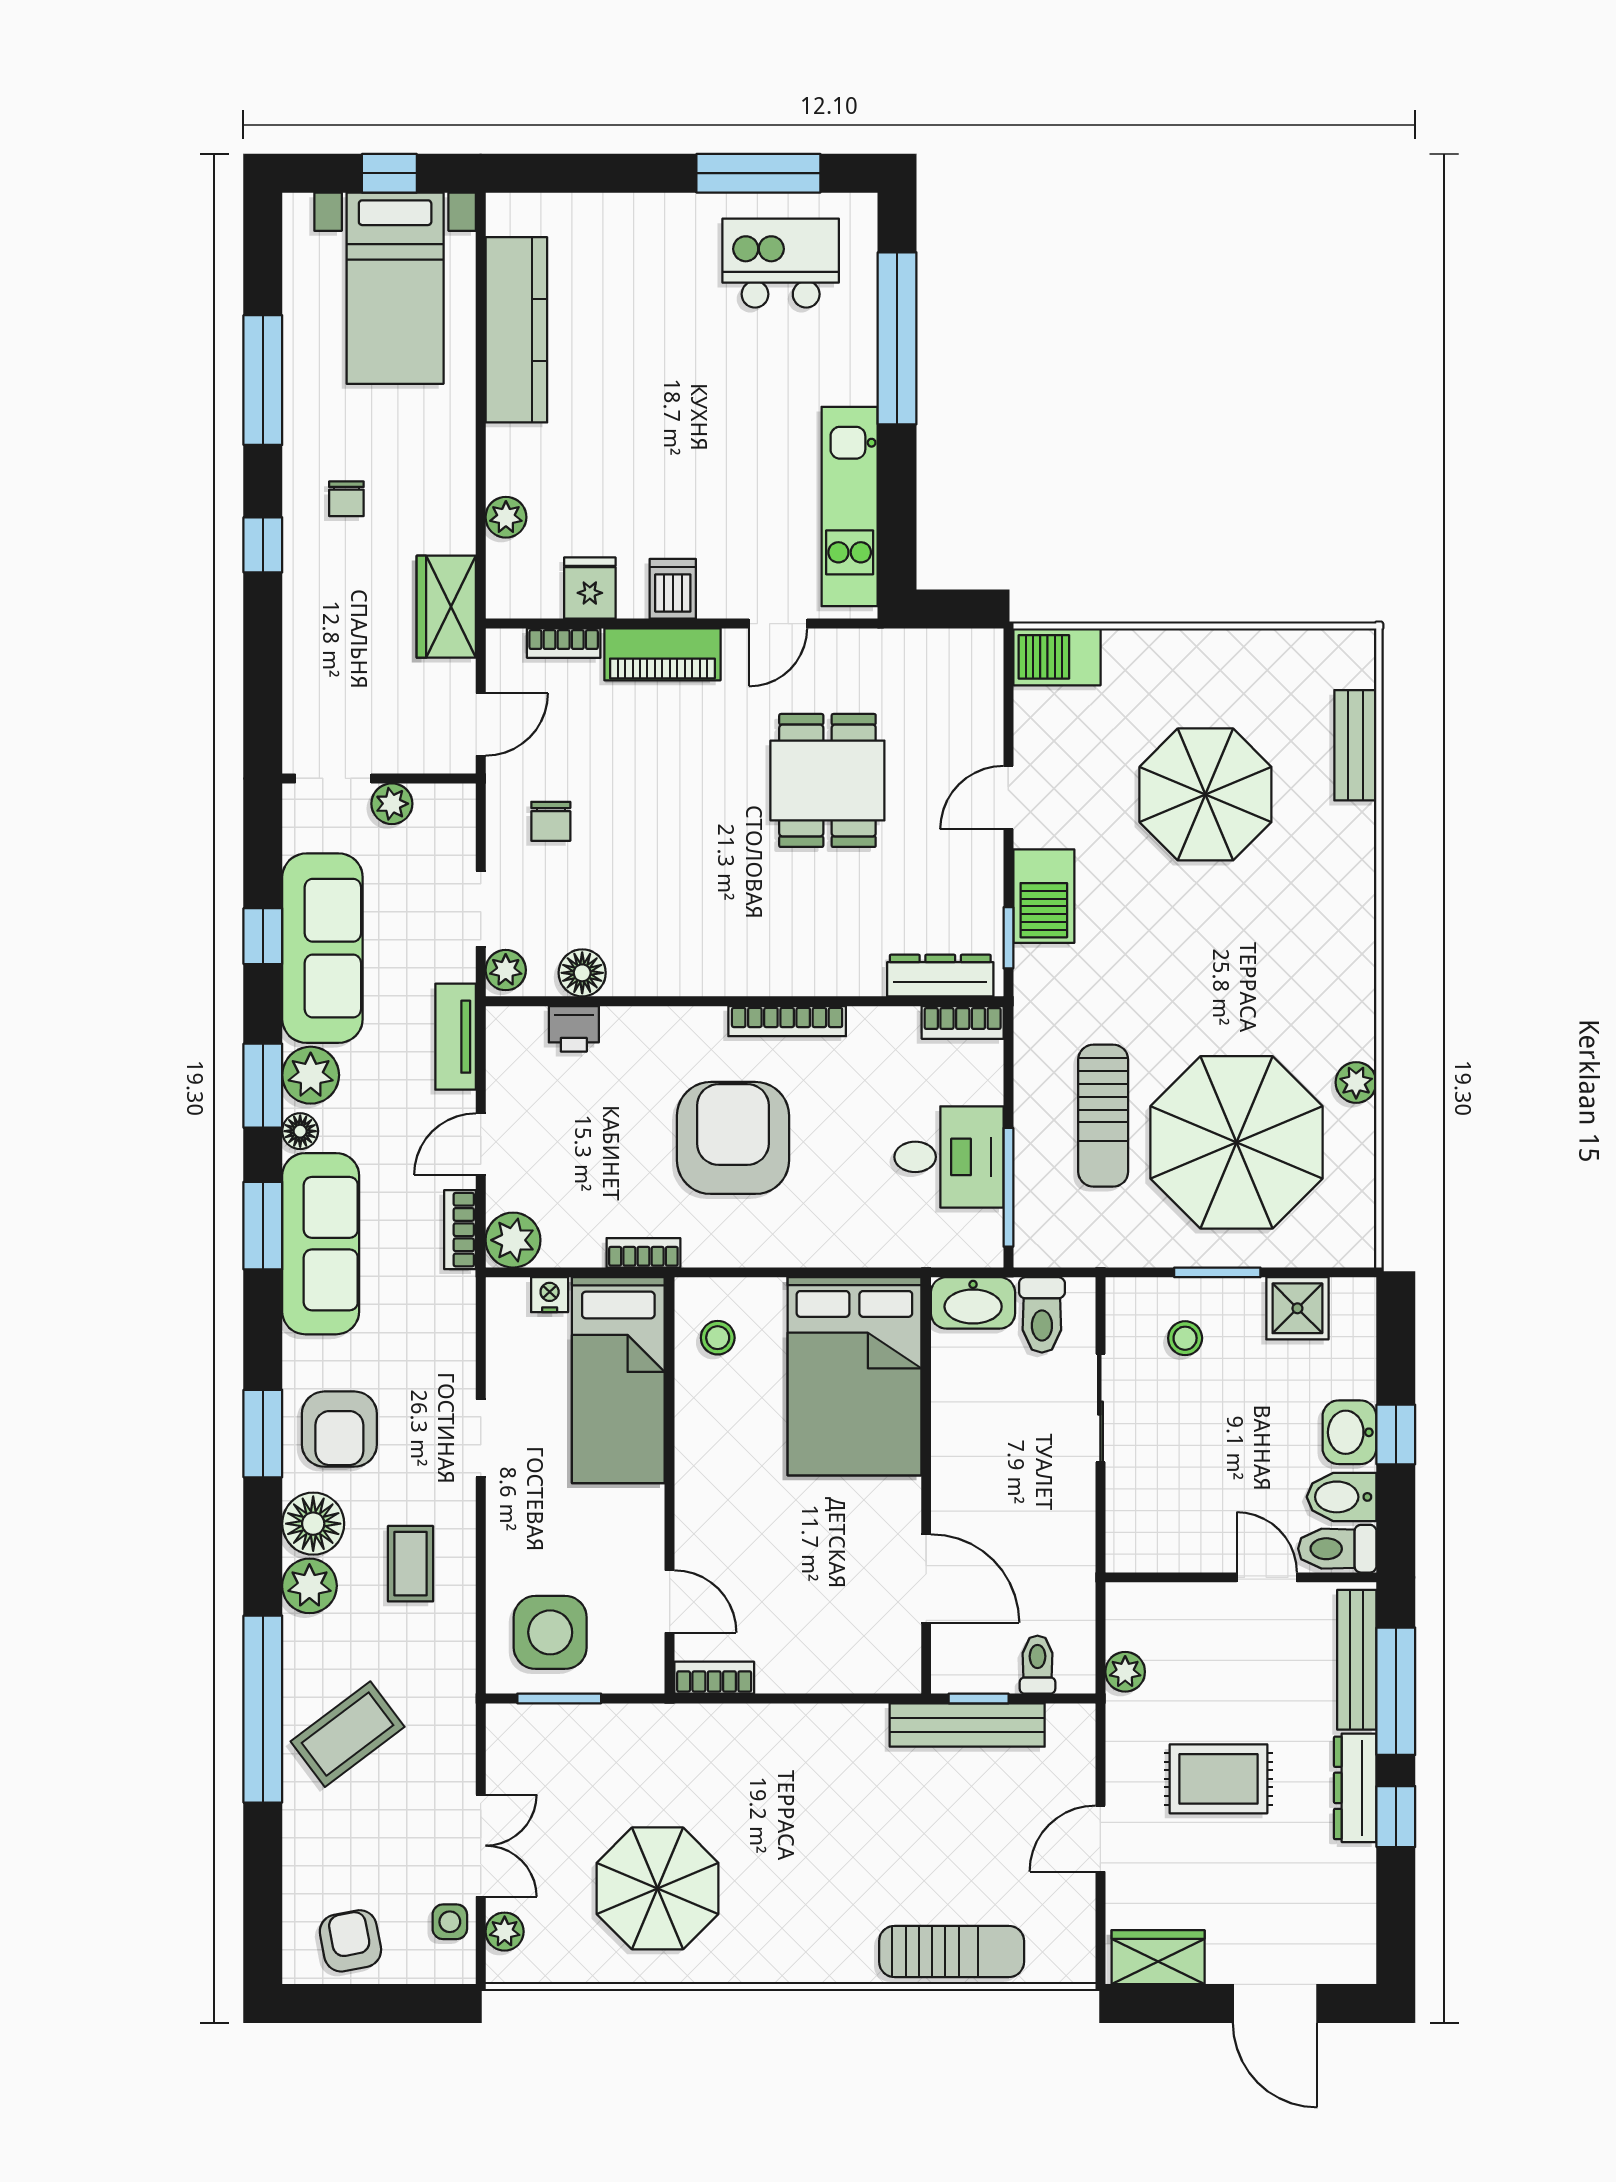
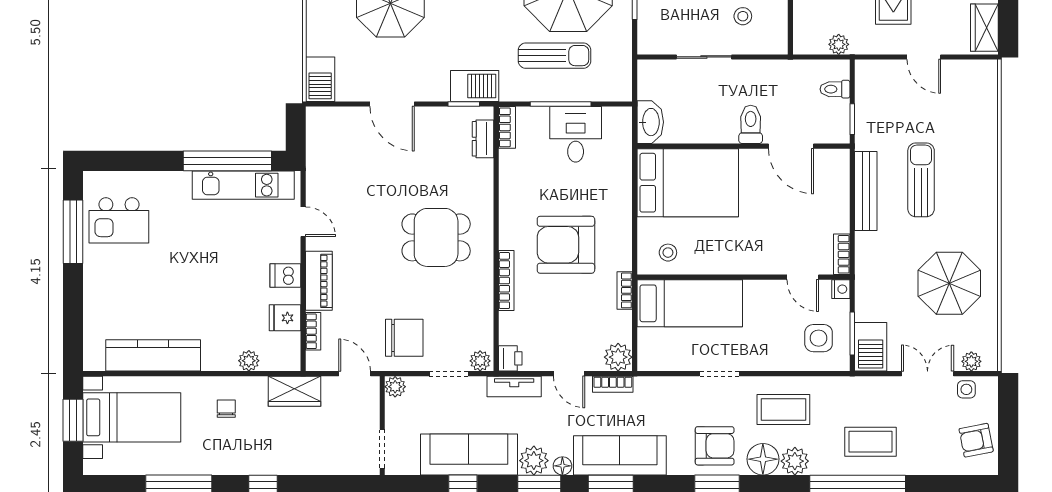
window: (389, 173) -> (73, 420), width x1.50
kitchen island: (781, 263) -> (119, 220), turned -90
window: (897, 338) -> (227, 161), moved
chair: (346, 499) -> (226, 409), moved, turned -90
dining table: (827, 780) -> (436, 237), moved
door: (1008, 798) -> (392, 104), width x1.38
plant: (392, 804) -> (395, 387), moved
chair: (551, 821) -> (404, 338), width x1.87, depth x1.87
barbecue: (1044, 896) -> (475, 86), moved
floor lamp: (582, 973) -> (482, 322), removed
dresser: (940, 976) -> (483, 139), width x0.70
bookcase: (787, 1021) -> (506, 281), moved
printer: (574, 1029) -> (510, 358), moved
window: (1008, 1187) -> (561, 104), moved
nightstand: (550, 1295) -> (841, 289), moved, turned 180
toilet: (1042, 1315) -> (751, 124), moved, turned -90
stool: (1185, 1338) -> (743, 16), moved
coffee table: (411, 1564) -> (783, 409), width x1.36, depth x1.30
door: (926, 1578) -> (791, 146), swing flipped
door: (670, 1601) -> (803, 277), swing flipped
side table: (550, 1632) -> (819, 338), width x0.73, depth x0.73
bench: (967, 1725) -> (866, 191), moved
coffee table: (348, 1734) -> (870, 442), turned -53
barbecue: (533, 1734) -> (871, 347), added
sun lounger: (952, 1951) -> (921, 180), moved

